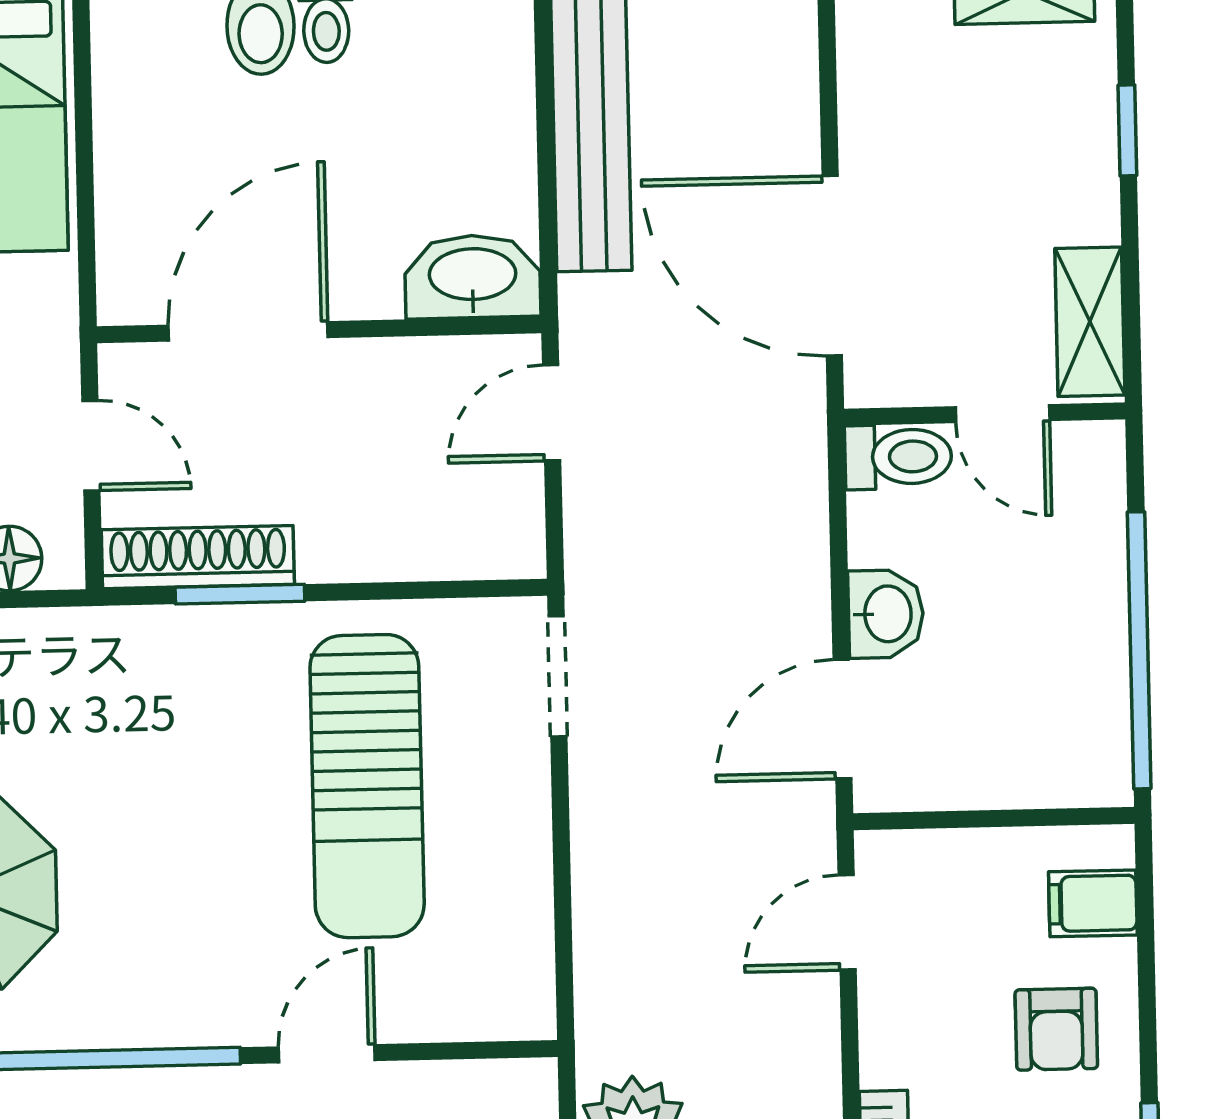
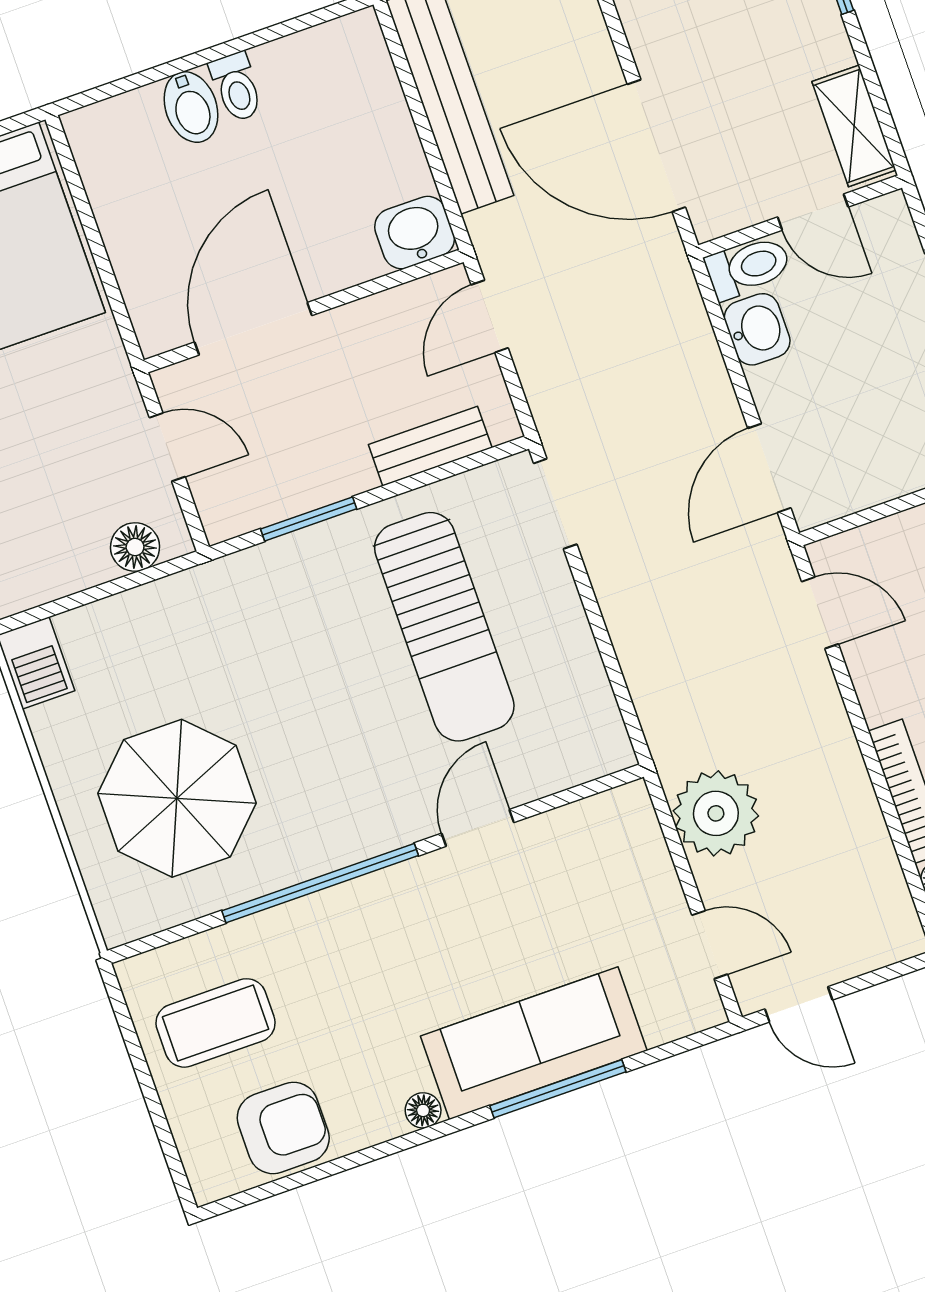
washbasin: (473, 277) -> (415, 233), width x0.72
bench: (423, 552) -> (430, 446), added
shoe rack: (198, 557) -> (270, 502), removed
washbasin: (886, 614) -> (757, 329), moved
door: (847, 922) -> (820, 613), swing flipped

